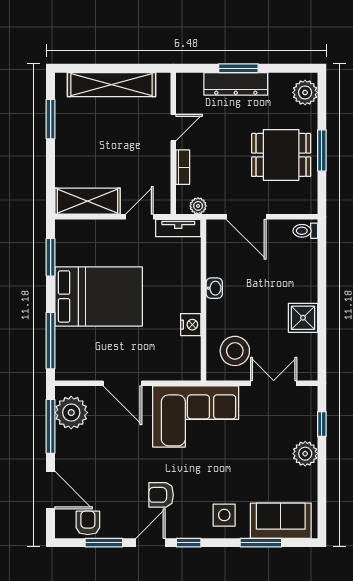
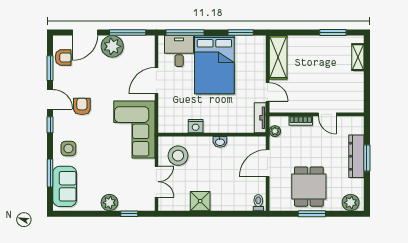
shelving: (111, 85) -> (358, 57), width x0.45, depth x0.75
desk: (78, 349) -> (179, 51), added
plant: (71, 413) -> (112, 46), moved

